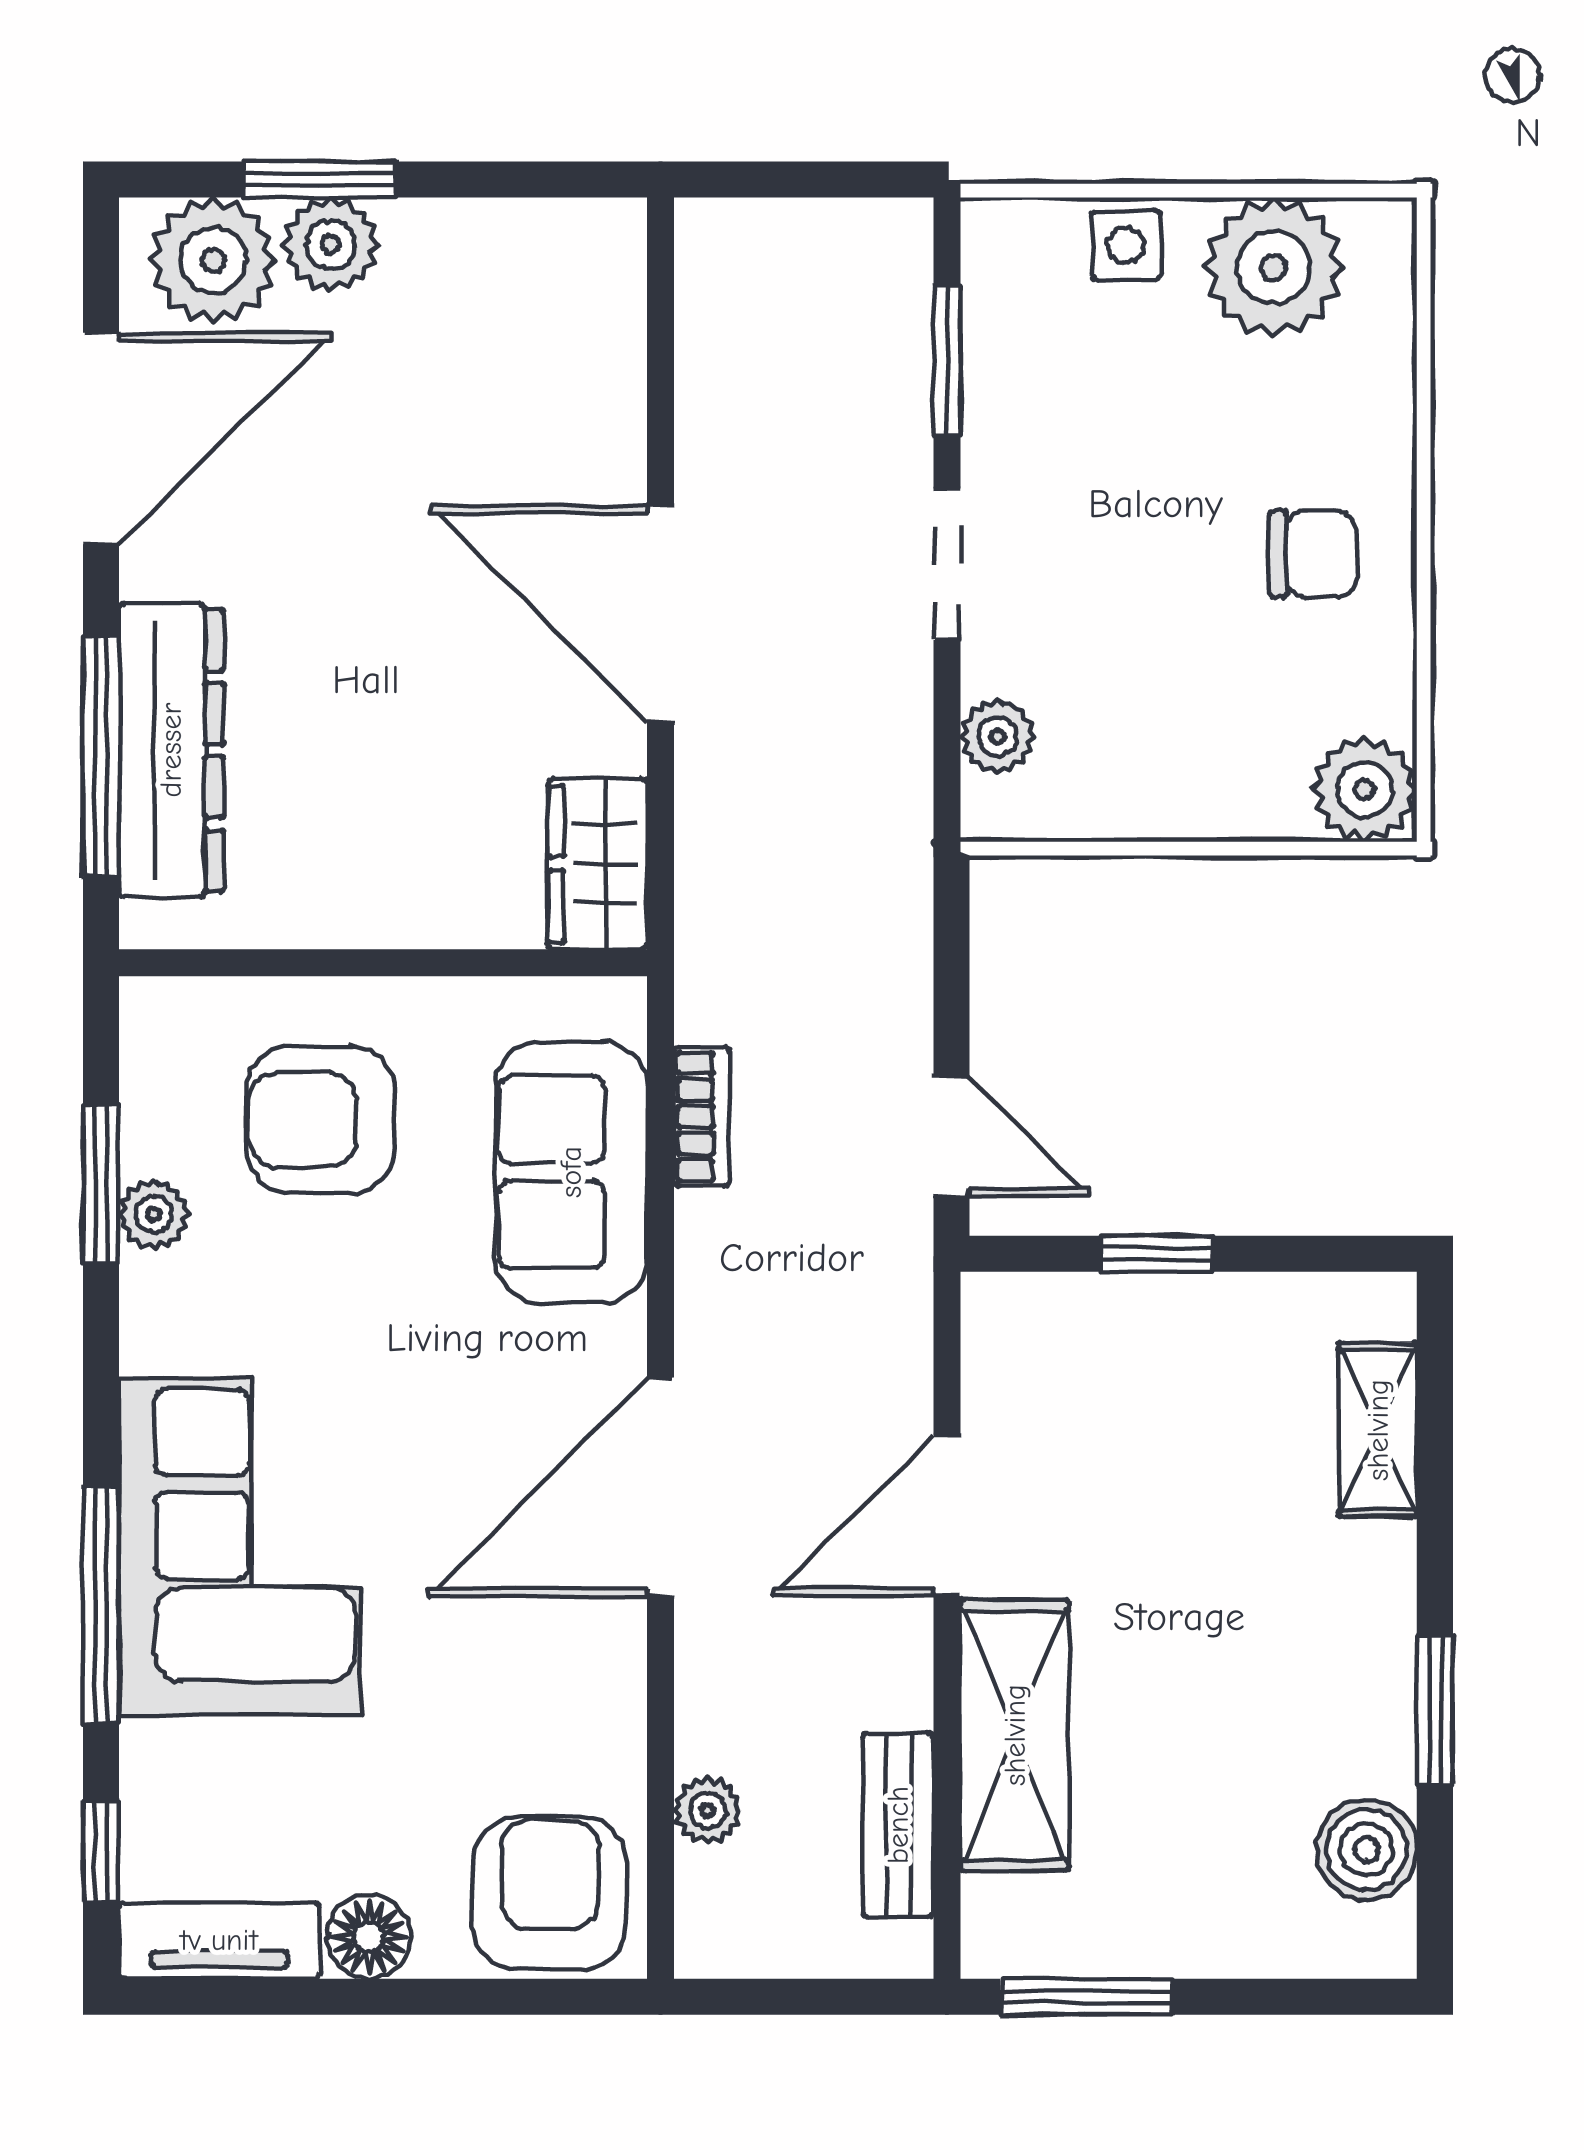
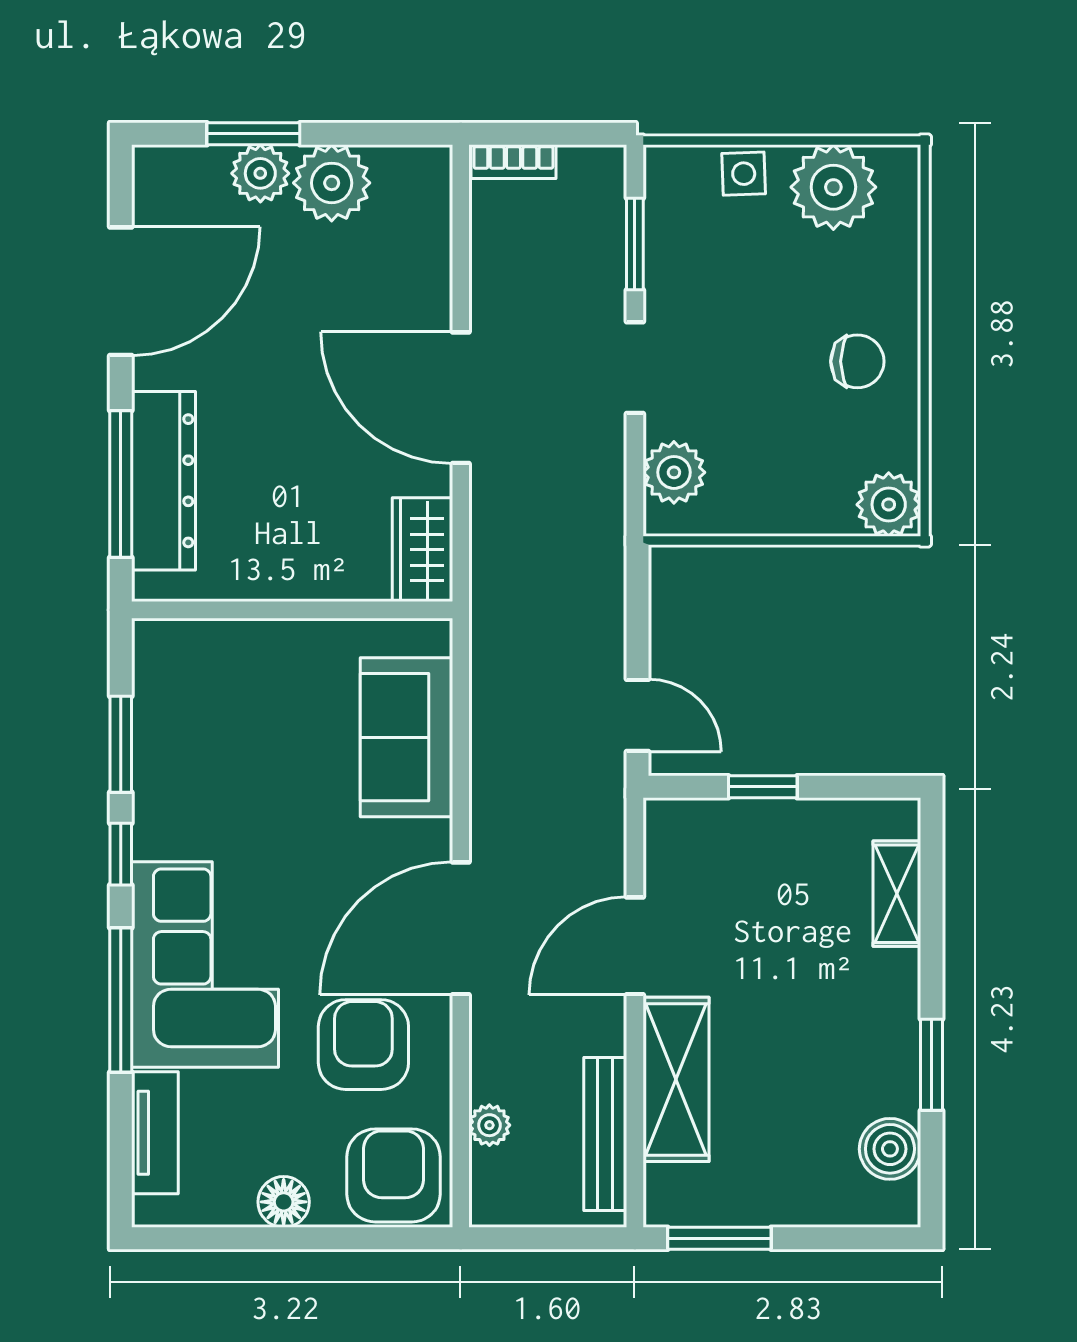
plant: (213, 260) -> (332, 183), moved
plant: (997, 737) -> (674, 472), width x1.38, depth x1.38
bookcase: (702, 1117) -> (513, 162), moved, turned 90
armchair: (321, 1120) -> (363, 1045), moved, turned 90
plant: (154, 1214) -> (153, 763), removed
bench: (898, 1825) -> (605, 1134), width x1.36
window: (101, 1851) -> (121, 854), moved
tv unit: (219, 1940) -> (155, 1133), moved, turned 90

